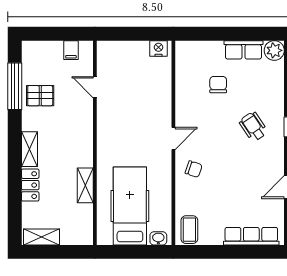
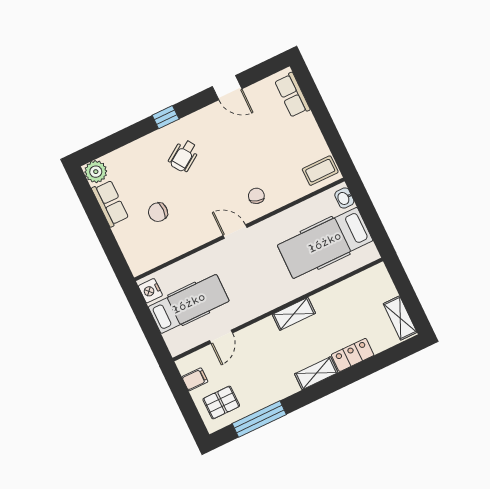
hospital bed: (133, 74) -> (189, 304), added
pallet: (40, 96) -> (221, 402), moved, turned 90
shelving: (85, 185) -> (294, 314), moved
row of seats: (251, 236) -> (292, 95), width x0.68

